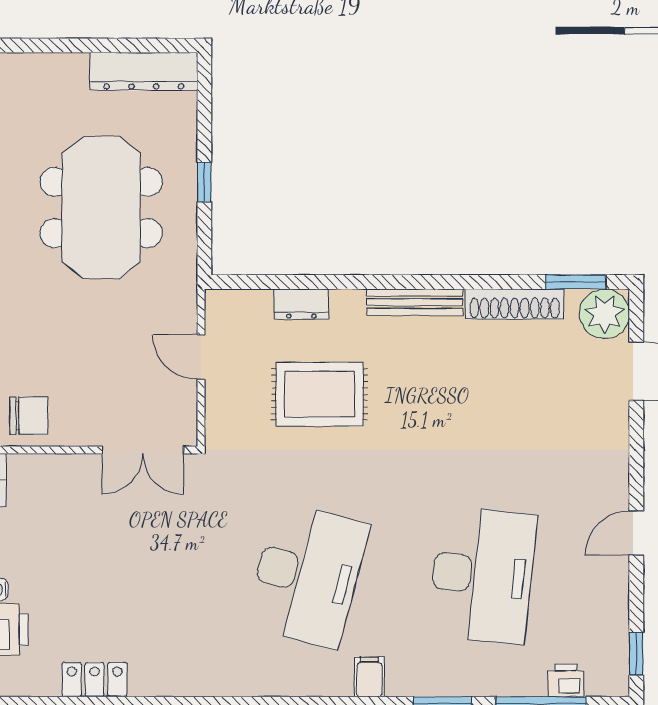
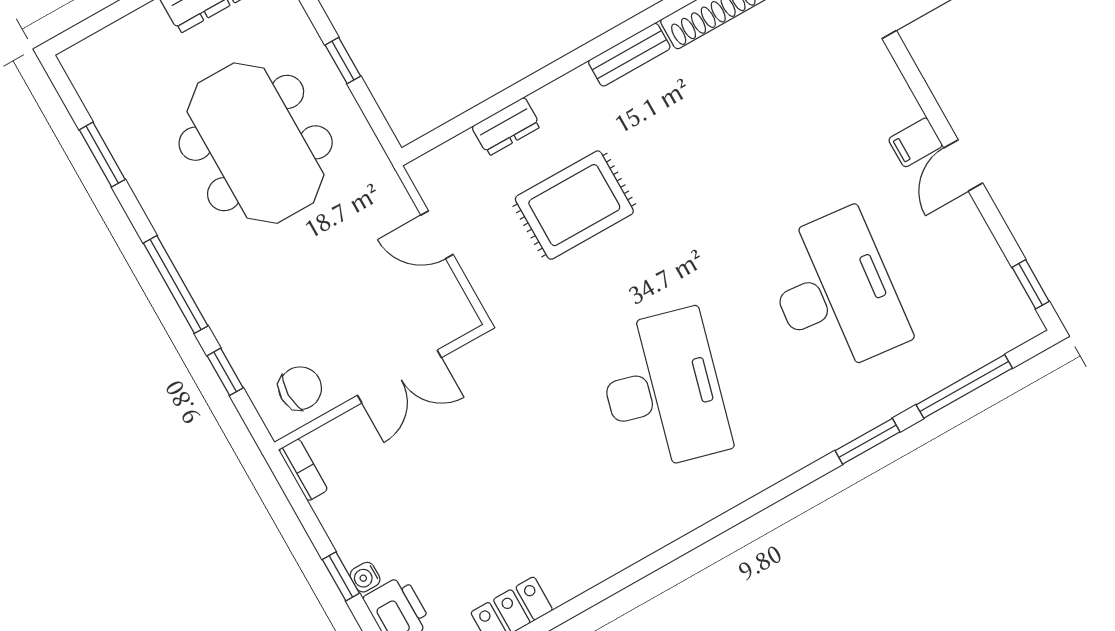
bench: (415, 302) -> (629, 55), width x0.73
double door: (143, 450) -> (399, 377), moved
filing cabinet: (369, 677) -> (915, 142), moved, turned -90
printer: (566, 681) -> (976, 350), removed

